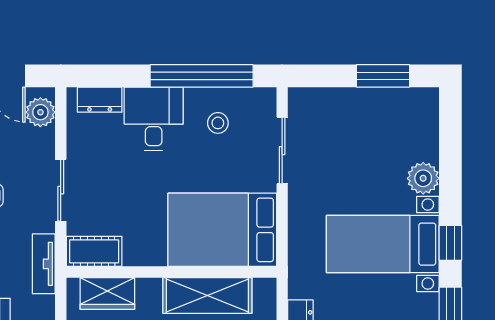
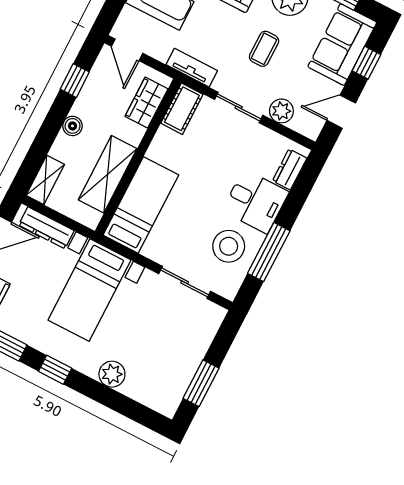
window: (202, 76) -> (269, 252), width x0.68
plant: (40, 112) -> (281, 111), moved
stool: (218, 123) -> (229, 246), width x1.89, depth x1.89
bed: (222, 230) -> (141, 205), width x0.67
bed with nightstands: (383, 244) -> (90, 290), moved, turned 180

